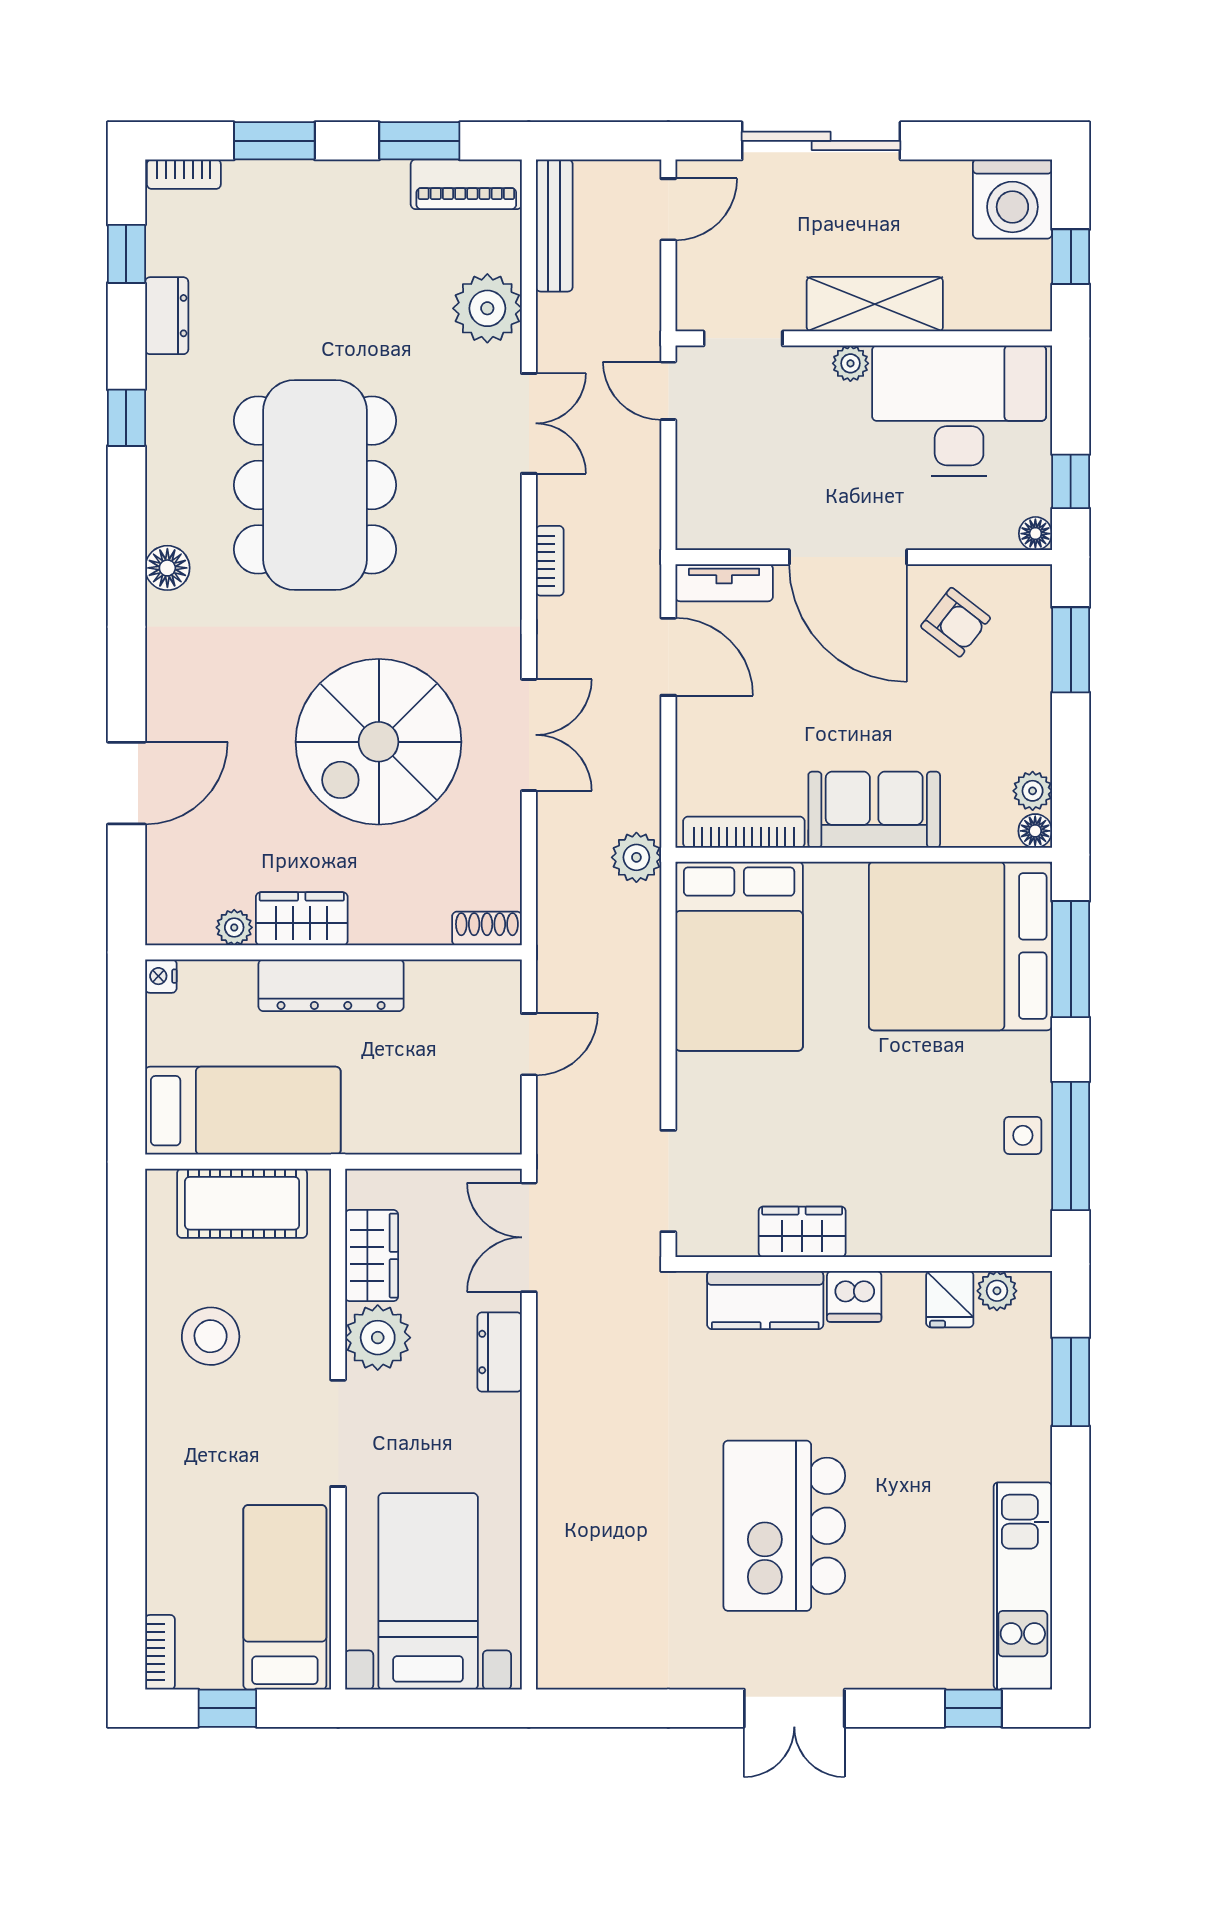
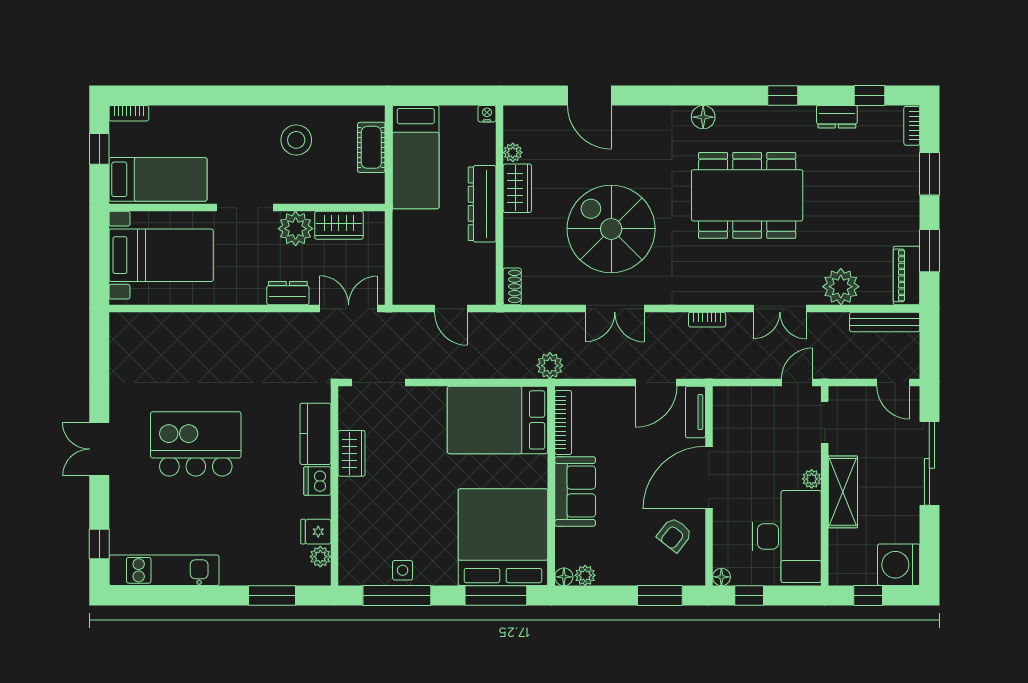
cot: (242, 1203) -> (371, 147), width x0.73, depth x0.75

